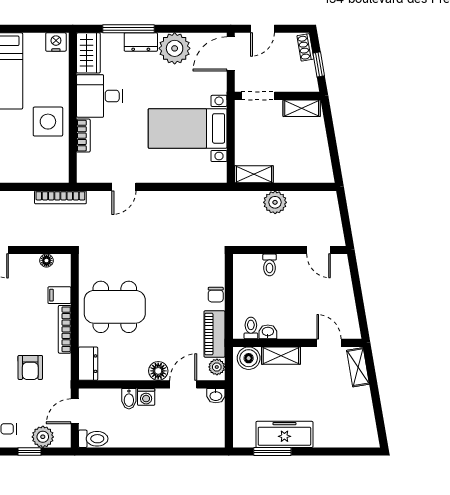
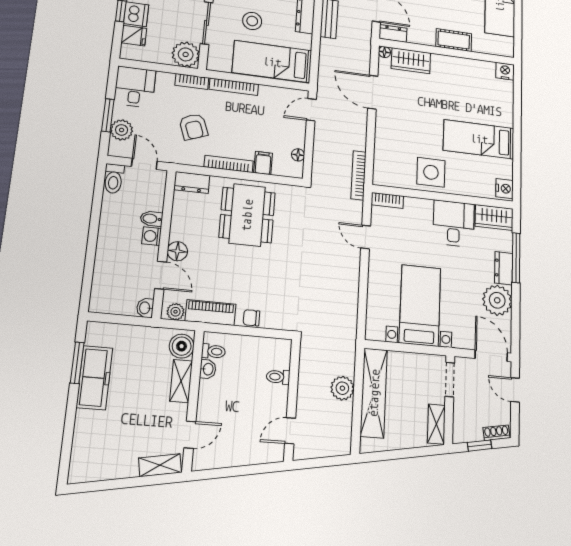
bookcase: (83, 136) -> (387, 200), moved
shelving: (254, 174) -> (374, 393), width x2.20, depth x1.33
armchair: (30, 367) -> (193, 127), turned -110
window: (29, 452) -> (108, 115), width x1.50

